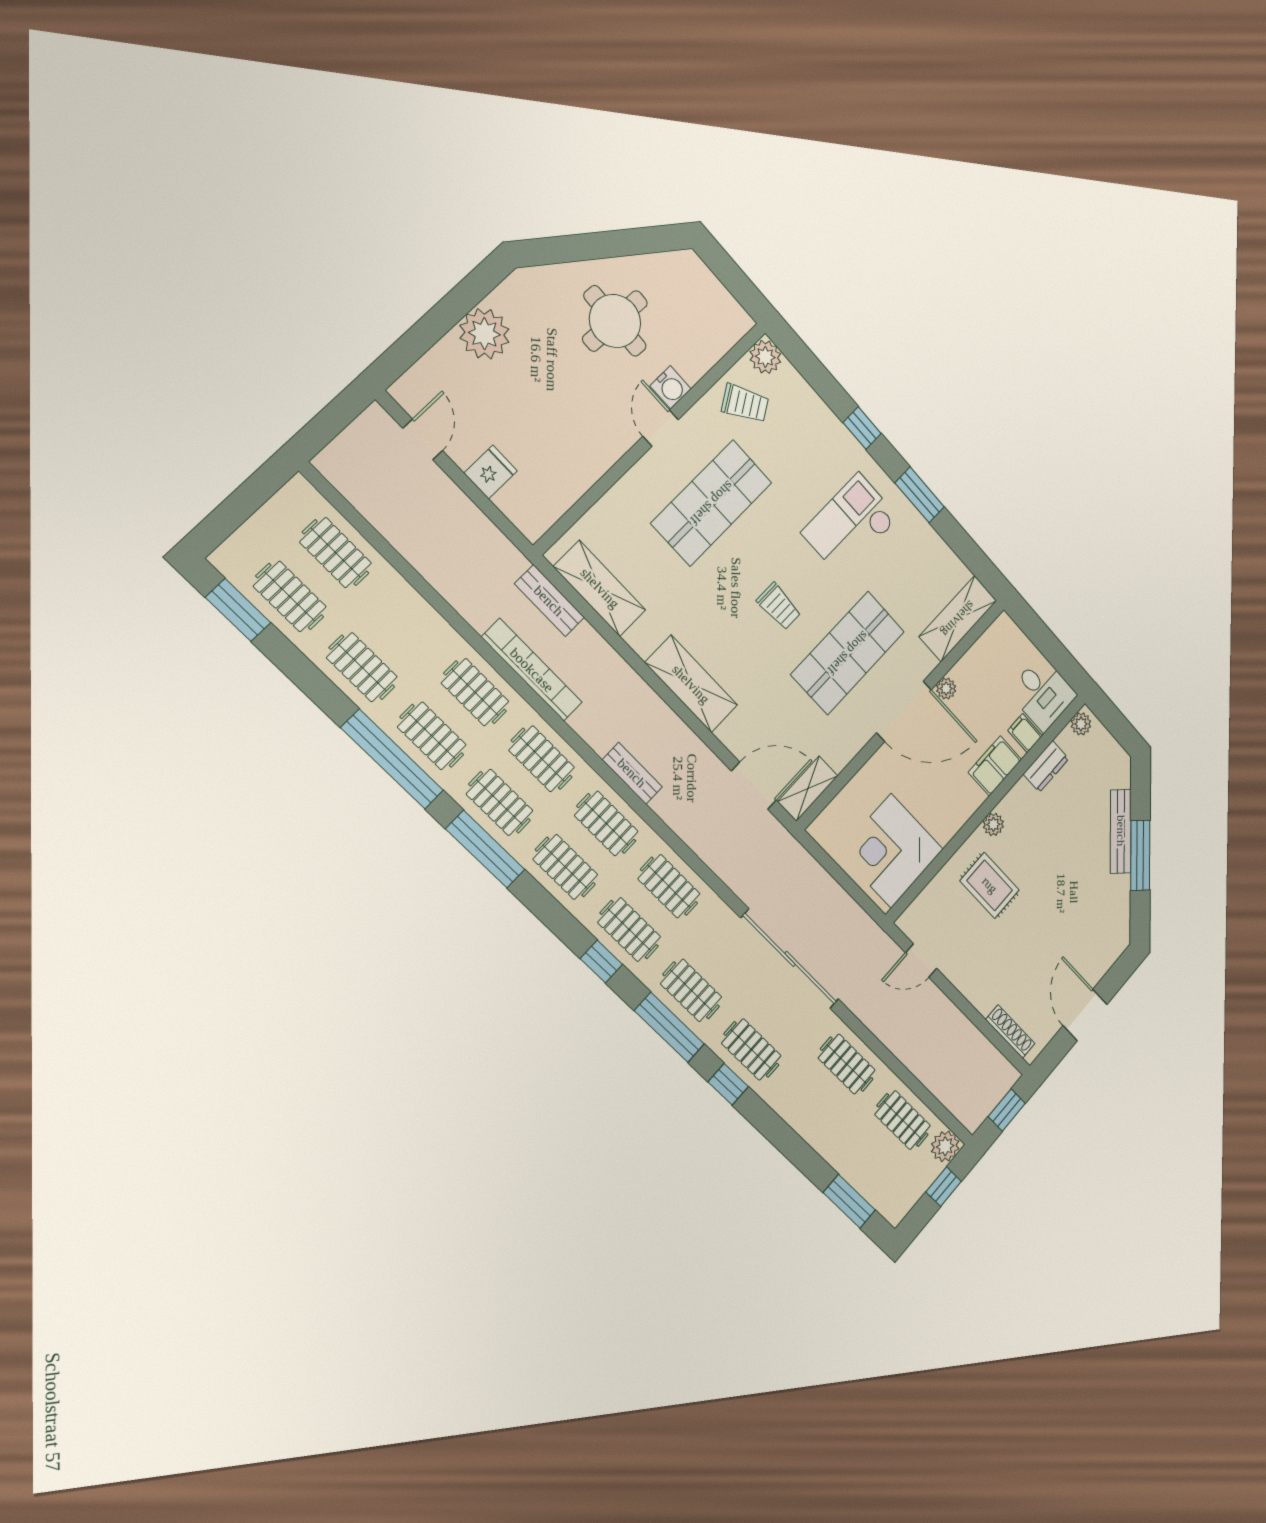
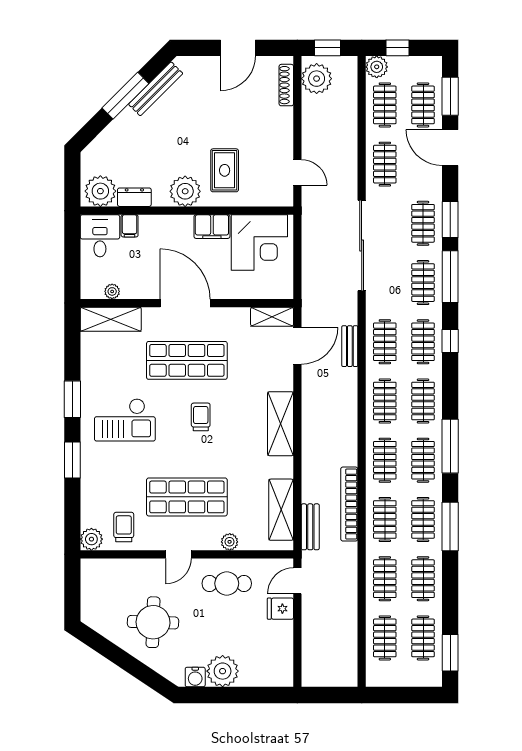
water cooler: (671, 387) -> (195, 677), moved, turned 180
trolley: (745, 404) -> (124, 527), turned 32
window: (862, 428) -> (72, 460), width x1.50
door: (423, 439) -> (297, 581), moved
cafe table: (578, 444) -> (227, 583), added
plant: (620, 496) -> (230, 542), added
clothes rail: (406, 624) -> (385, 579), added
plant: (946, 689) -> (112, 291), moved
plant: (1081, 724) -> (100, 191), width x1.87, depth x1.87
window: (392, 759) -> (450, 527), width x0.68
filing cabinet: (995, 766) -> (212, 227), moved
bench: (632, 773) -> (350, 346), moved
door: (754, 786) -> (297, 346), swing flipped
plant: (993, 824) -> (185, 191), width x1.87, depth x1.87
bench: (1121, 831) -> (156, 89), moved
plant: (989, 1070) -> (317, 79), added
window: (728, 1084) -> (450, 219), width x1.50
door: (800, 1153) -> (450, 148), added
clothes rail: (867, 1163) -> (423, 105), added

